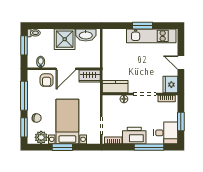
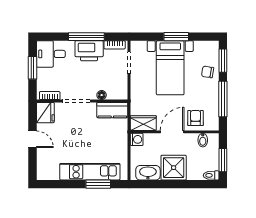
window: (142, 26) -> (98, 184), moved
kitchen unit: (151, 36) -> (90, 172), moved
washing machine: (95, 62) -> (137, 139), added
plant: (41, 137) -> (202, 48), removed
window: (149, 147) -> (86, 37), moved

